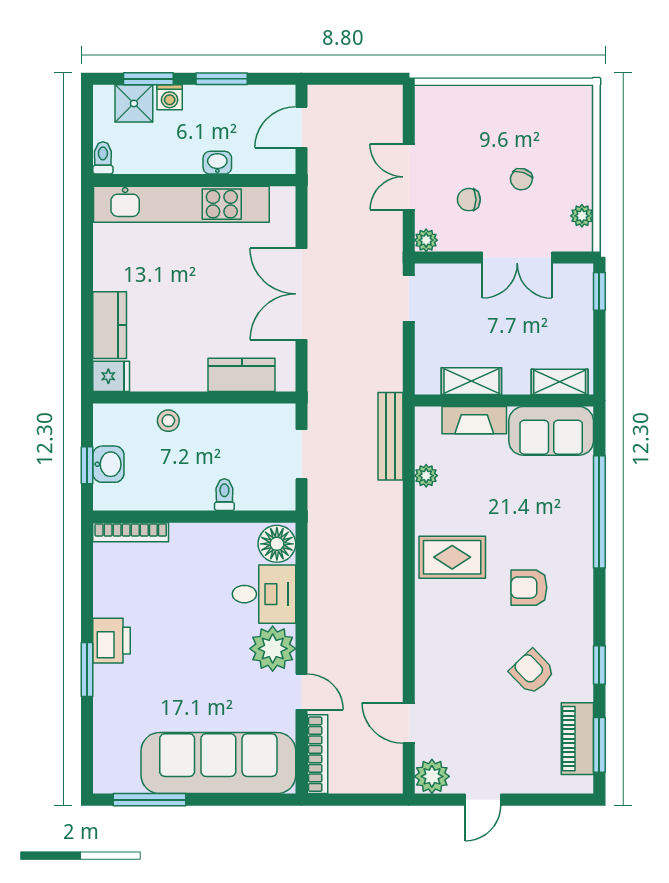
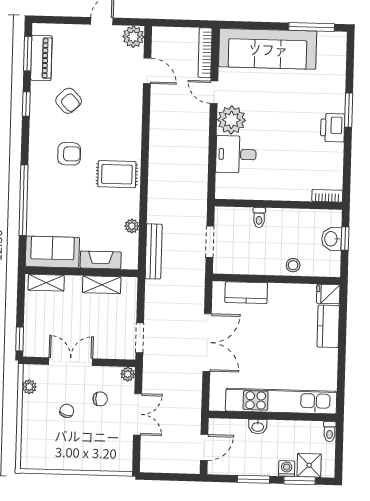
bookcase: (131, 532) -> (327, 196), width x0.64
floor lamp: (277, 544) -> (227, 186), removed

